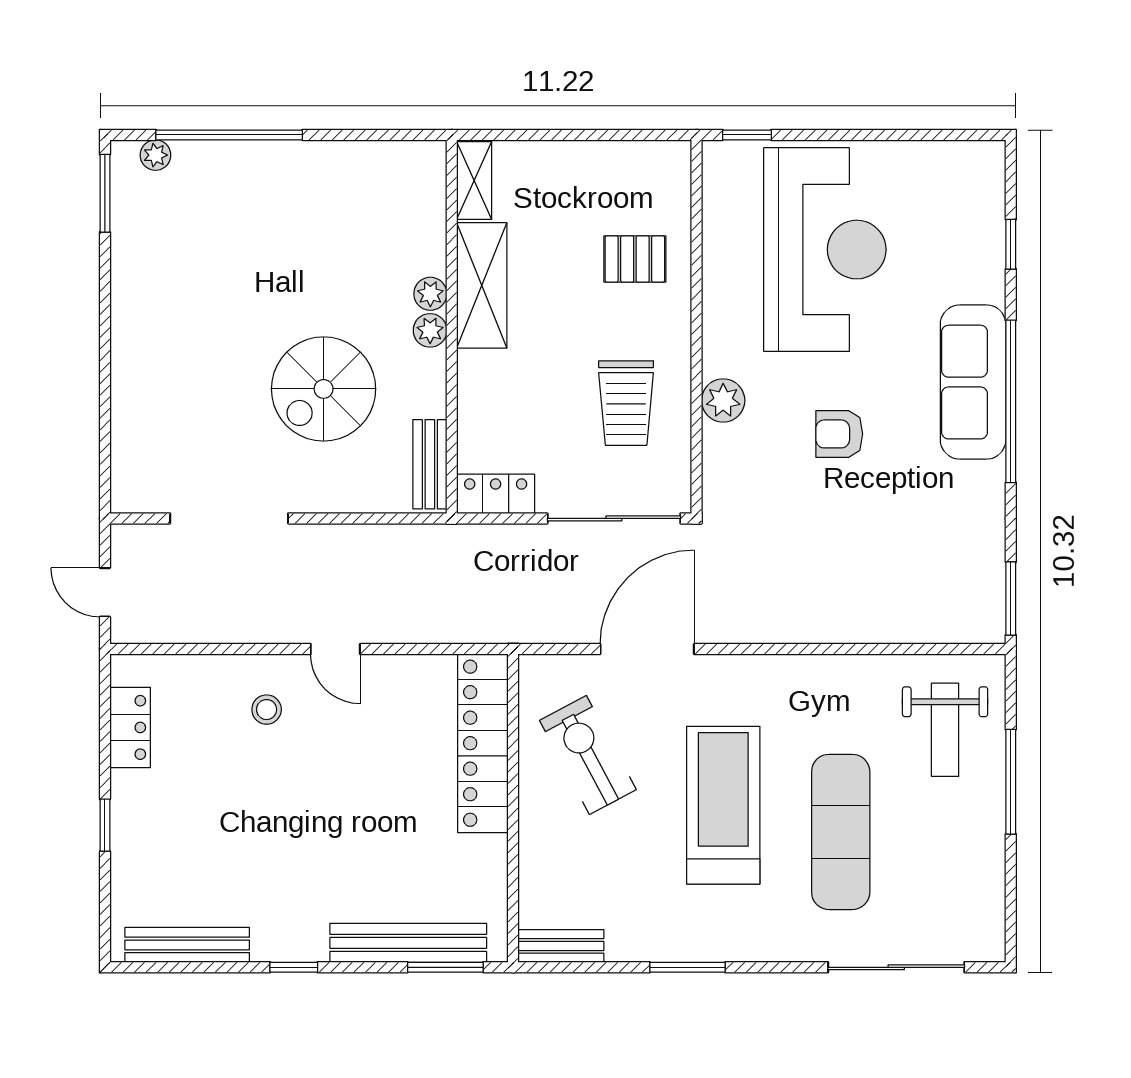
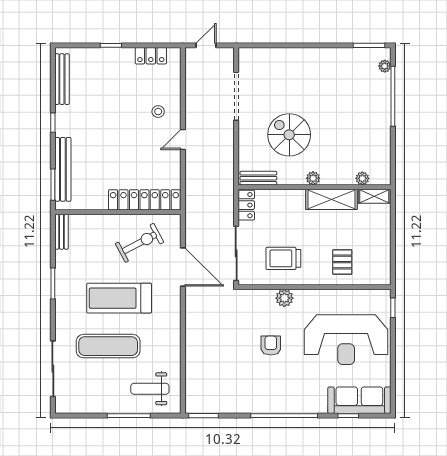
plant: (430, 294) -> (362, 178), moved
sofa: (973, 382) -> (359, 400), moved
treadmill: (723, 805) -> (119, 298), turned 180

